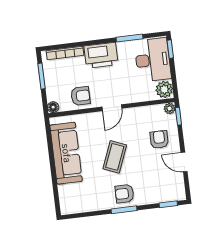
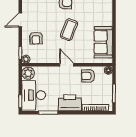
door: (112, 108) -> (67, 65), hinge flipped
sofa: (66, 153) -> (103, 42), width x0.73
door: (184, 162) -> (20, 20), swing flipped

